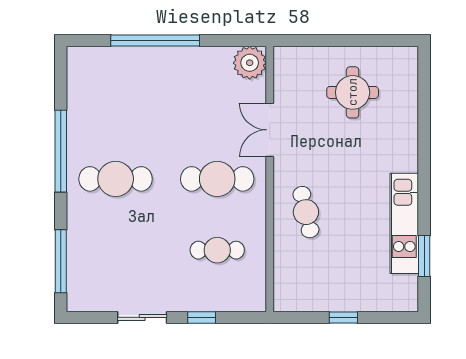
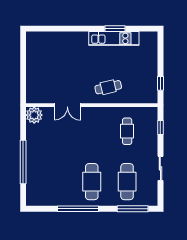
round table: (353, 92) -> (49, 64), removed
cafe table: (217, 179) -> (127, 182), moved
window: (424, 256) -> (115, 29), moved
window: (202, 317) -> (160, 128), moved
window: (343, 317) -> (160, 83), moved

